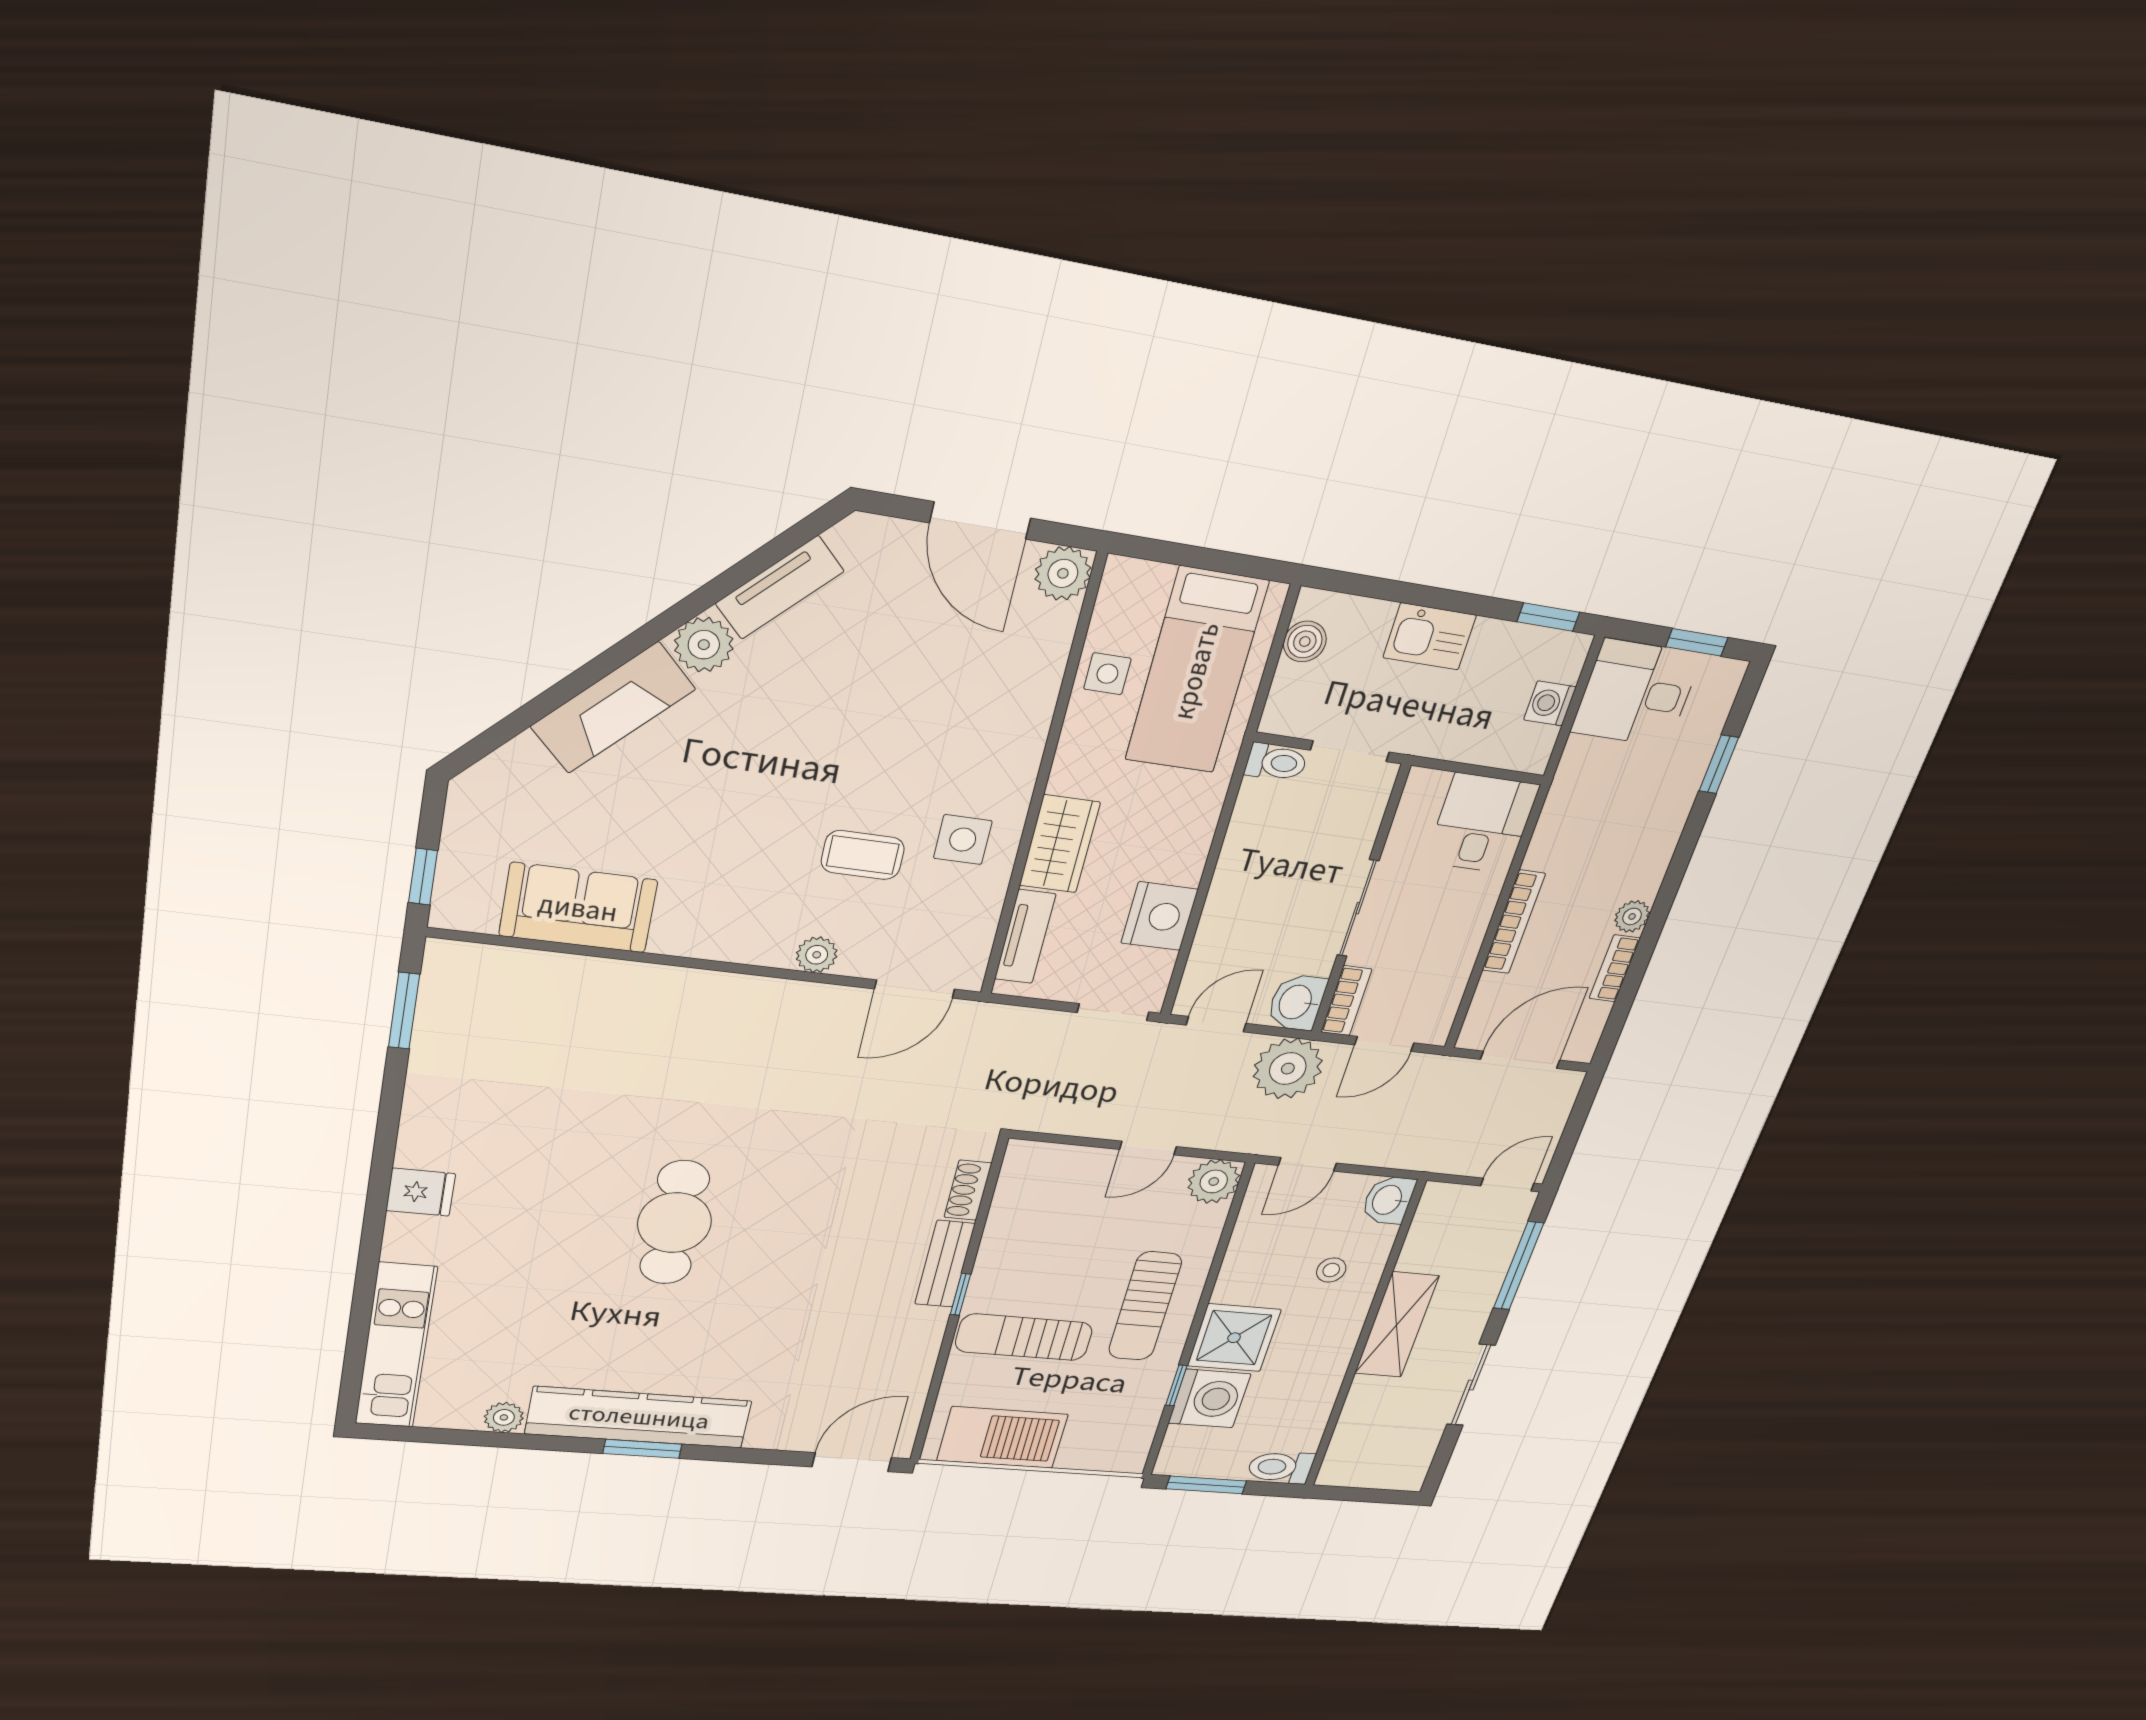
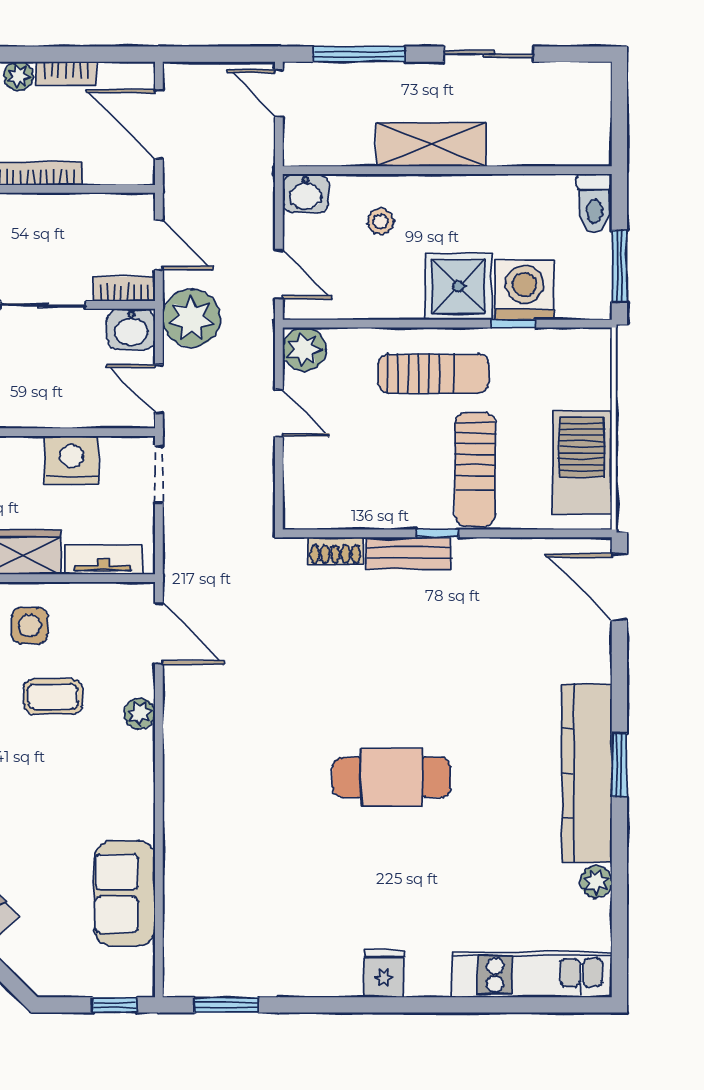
coffee table: (863, 855) -> (53, 696), turned 90

